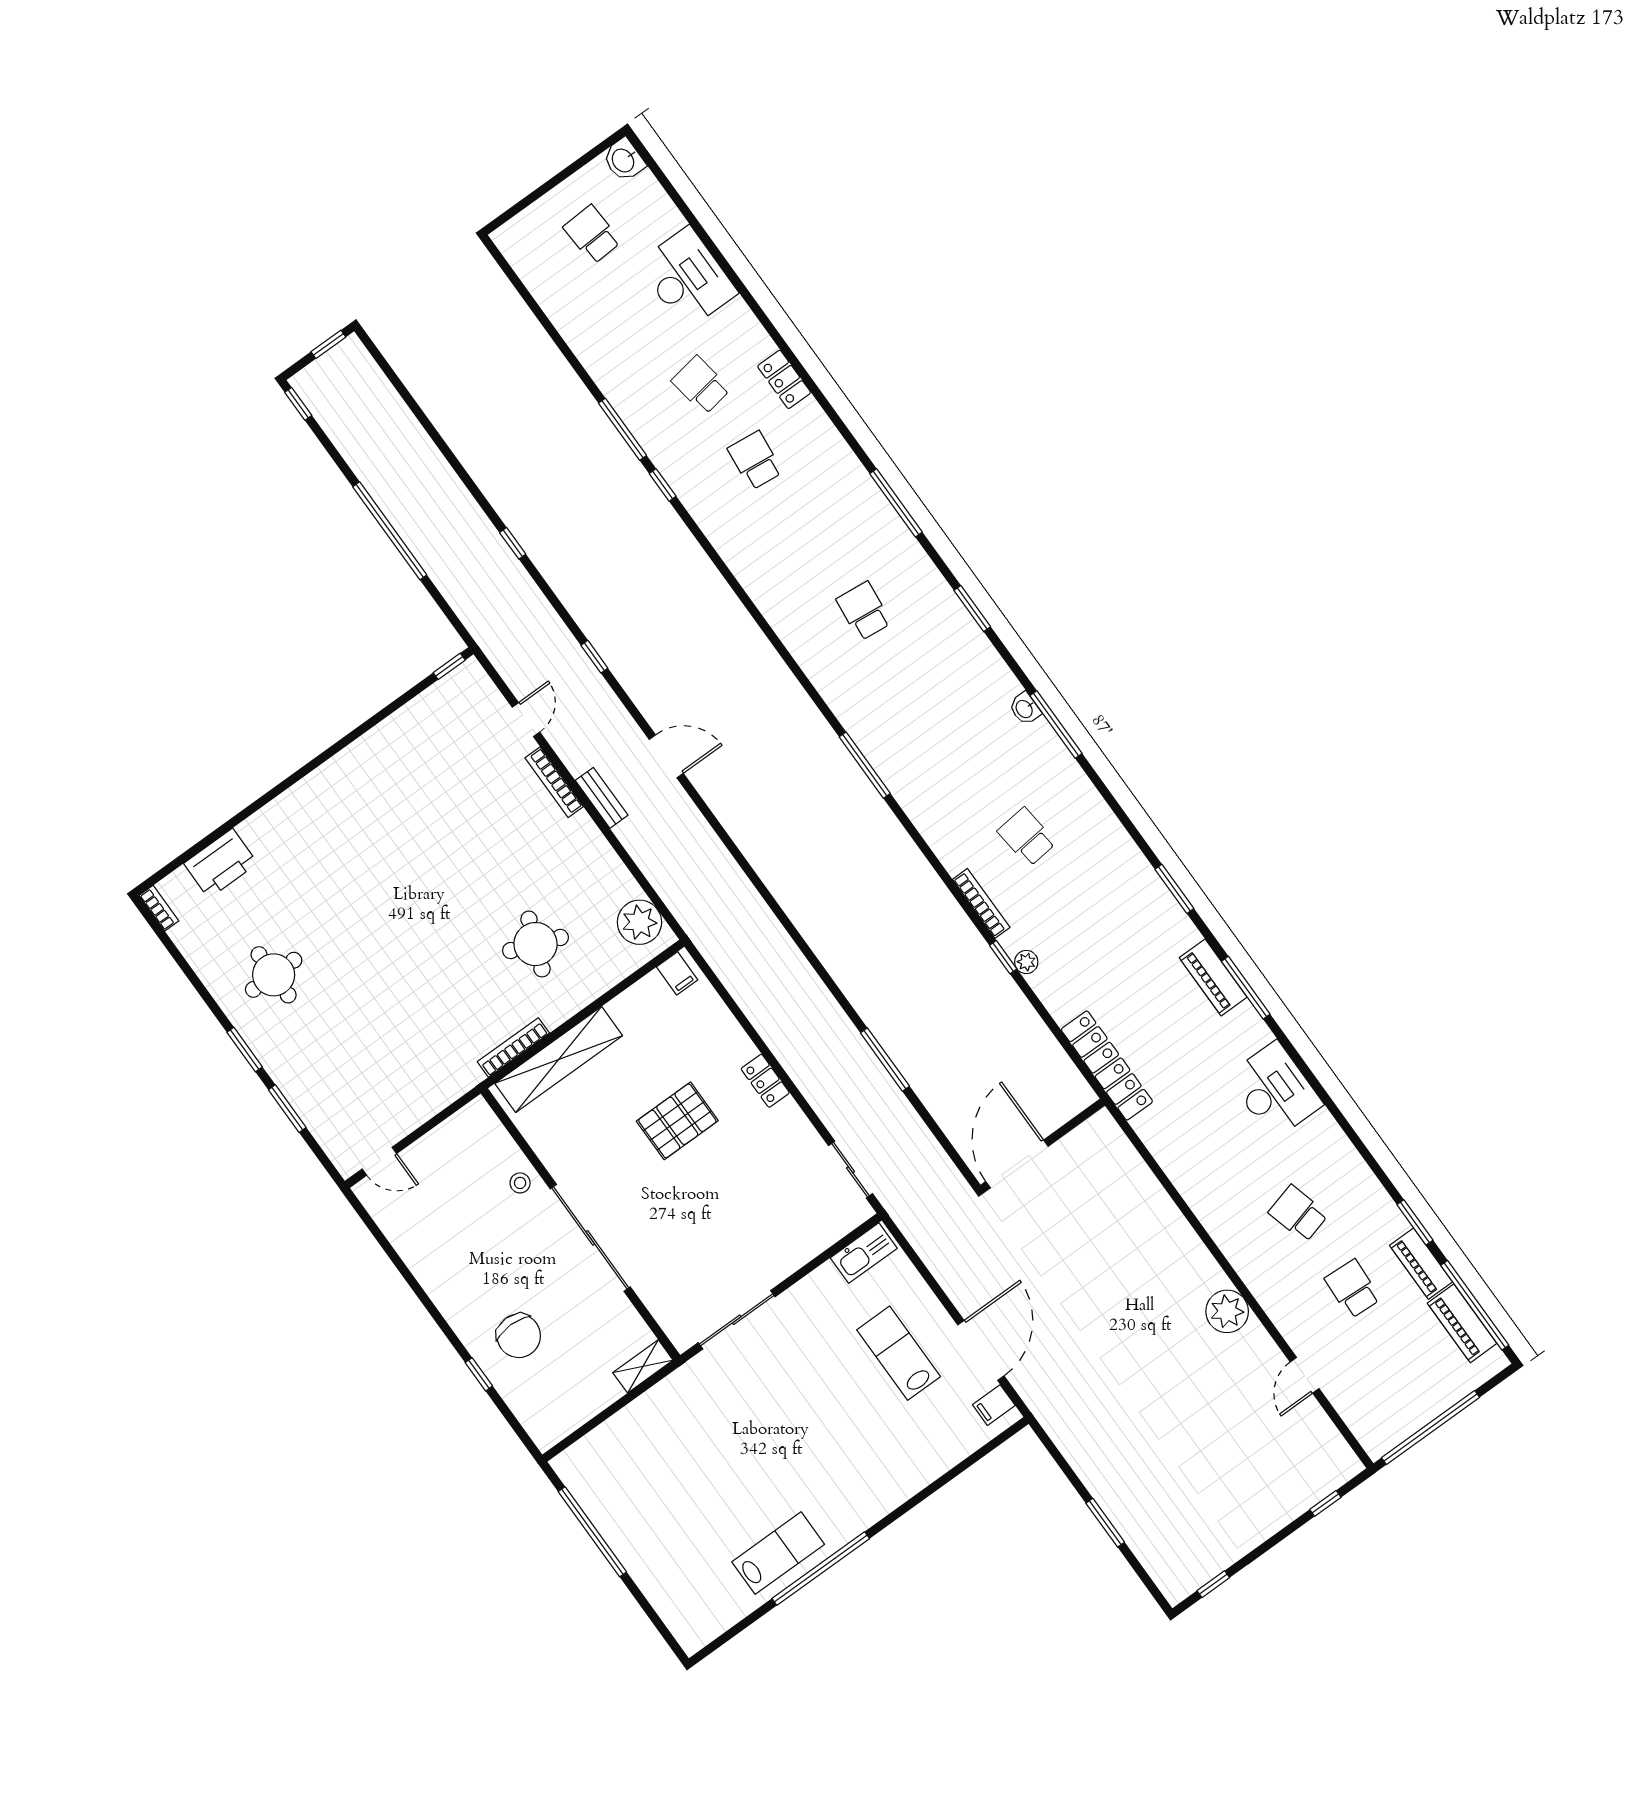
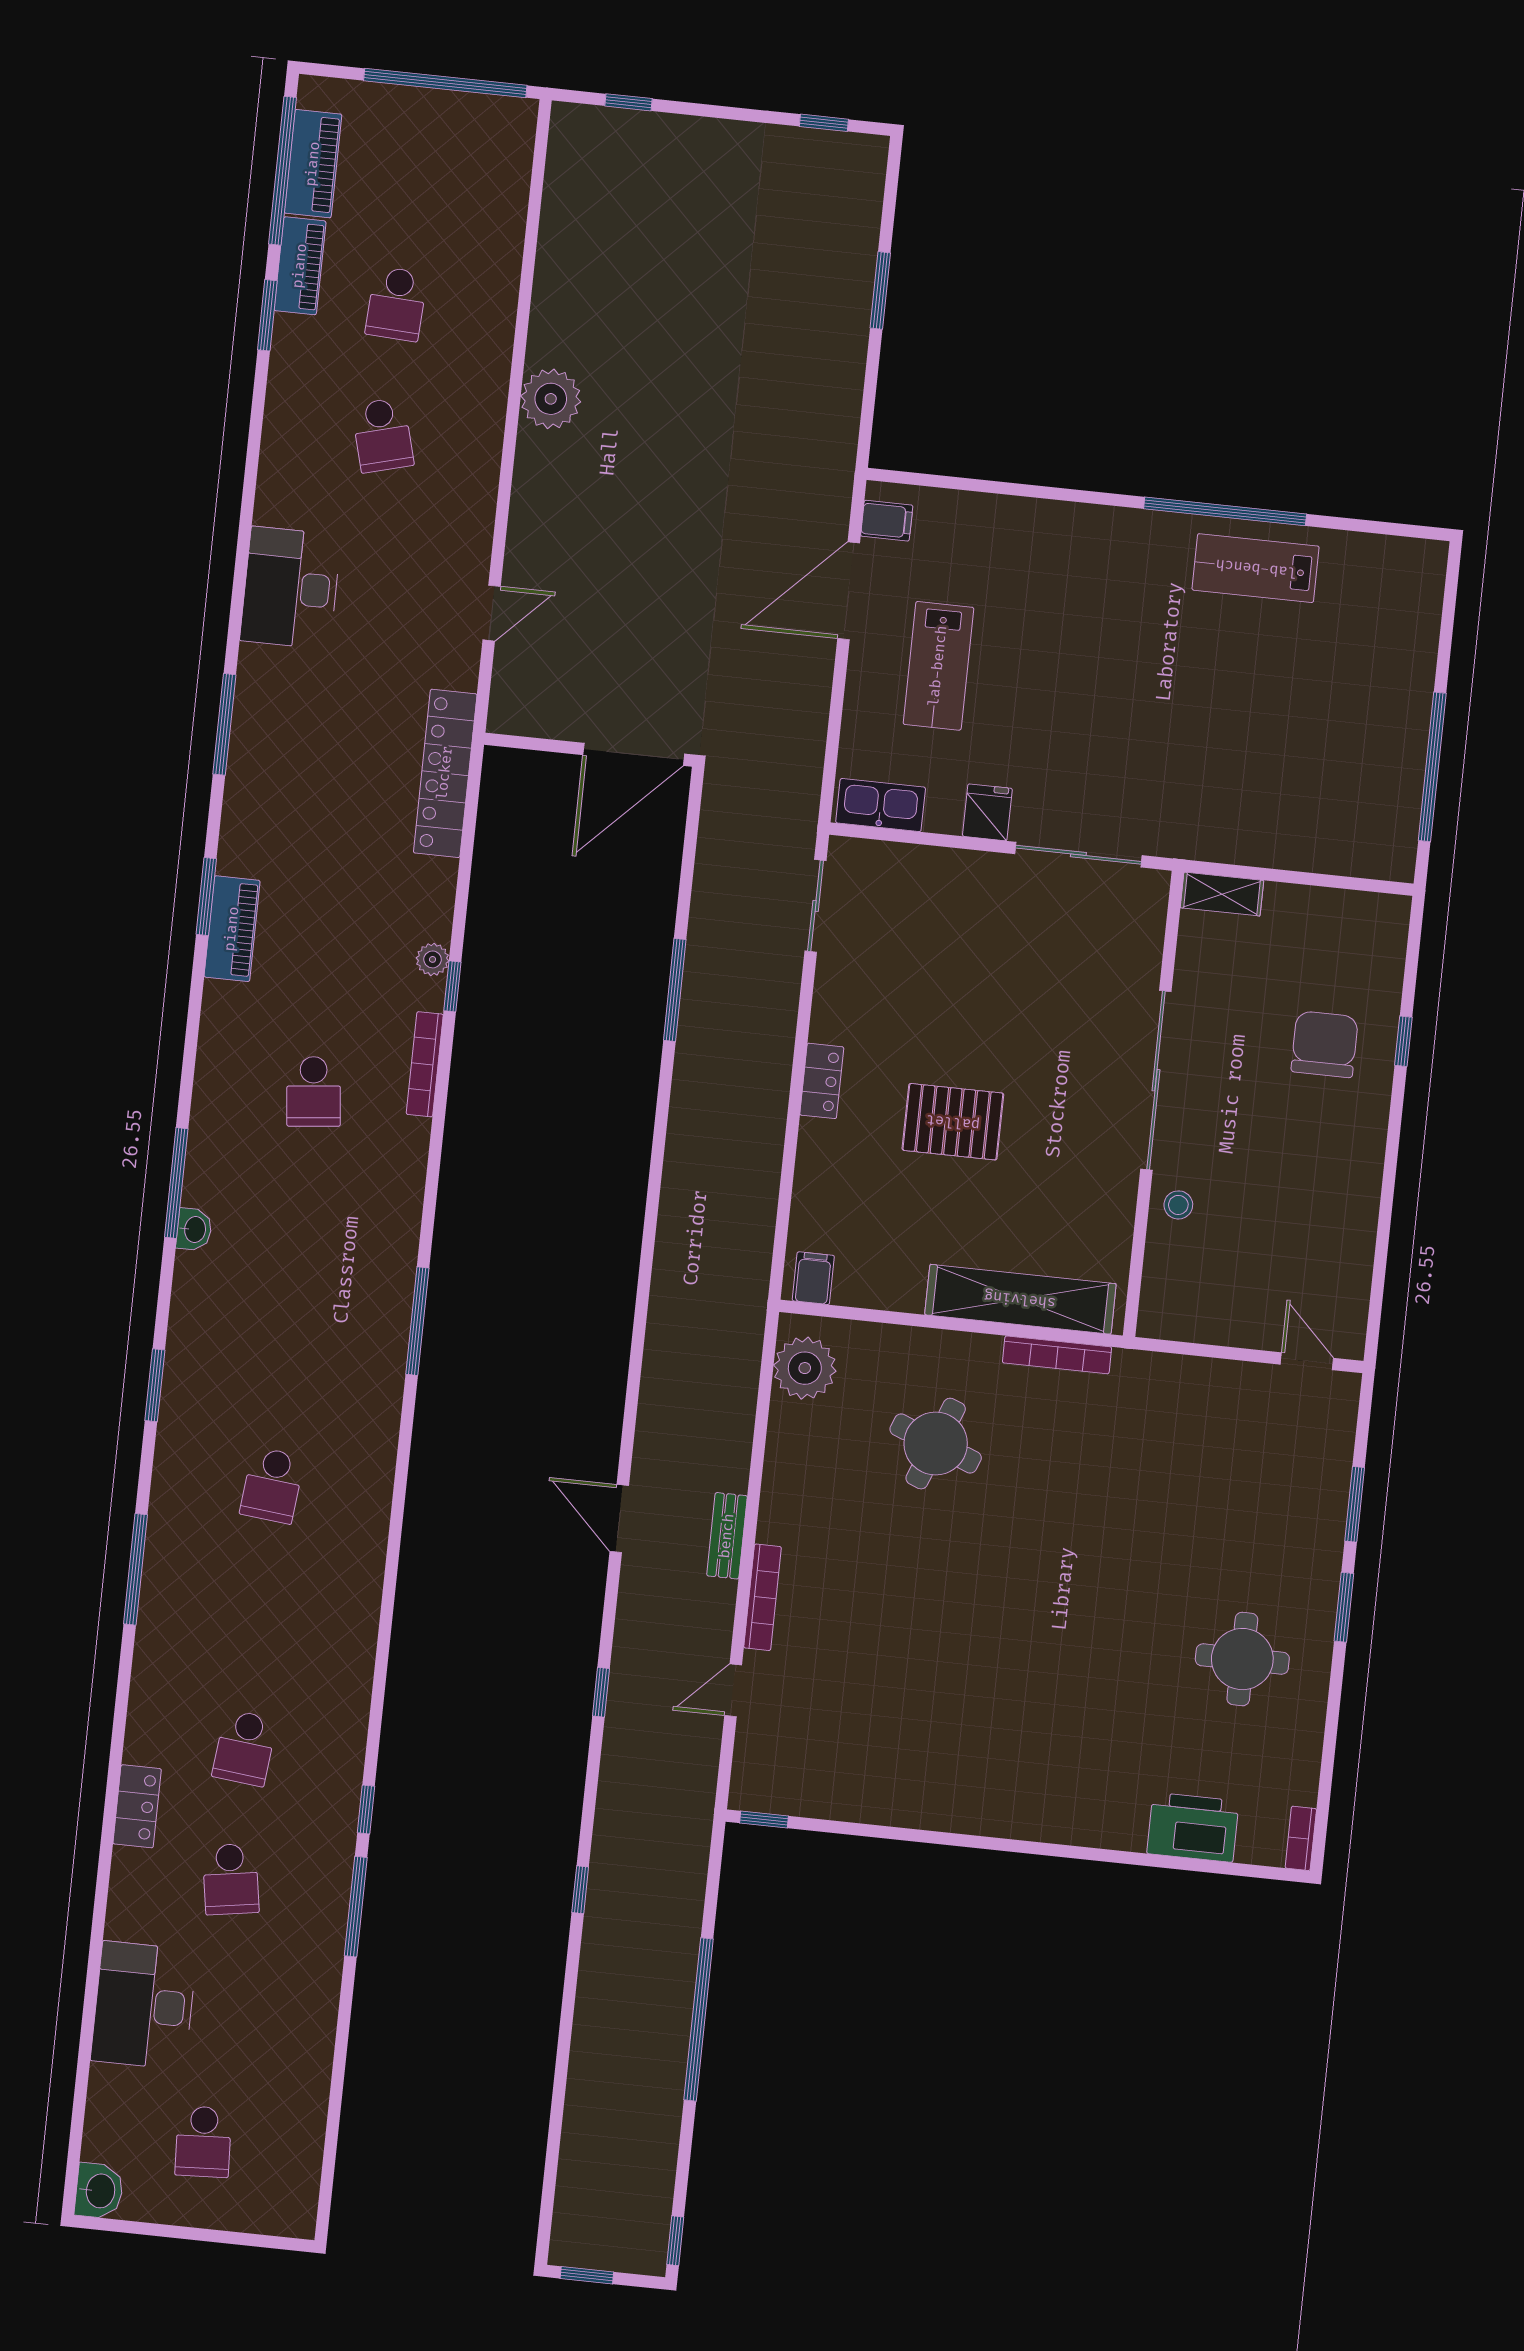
piano: (1213, 977) -> (232, 929), moved
fridge: (804, 1299) -> (987, 812), added
door: (1305, 1375) -> (492, 613), moved

